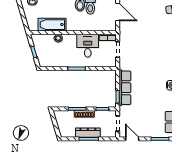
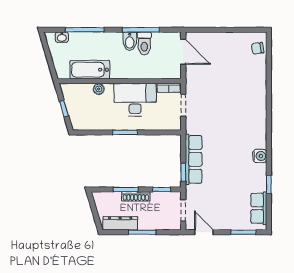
desk: (88, 46) -> (135, 100), width x1.37
dresser: (88, 133) -> (120, 223), moved

